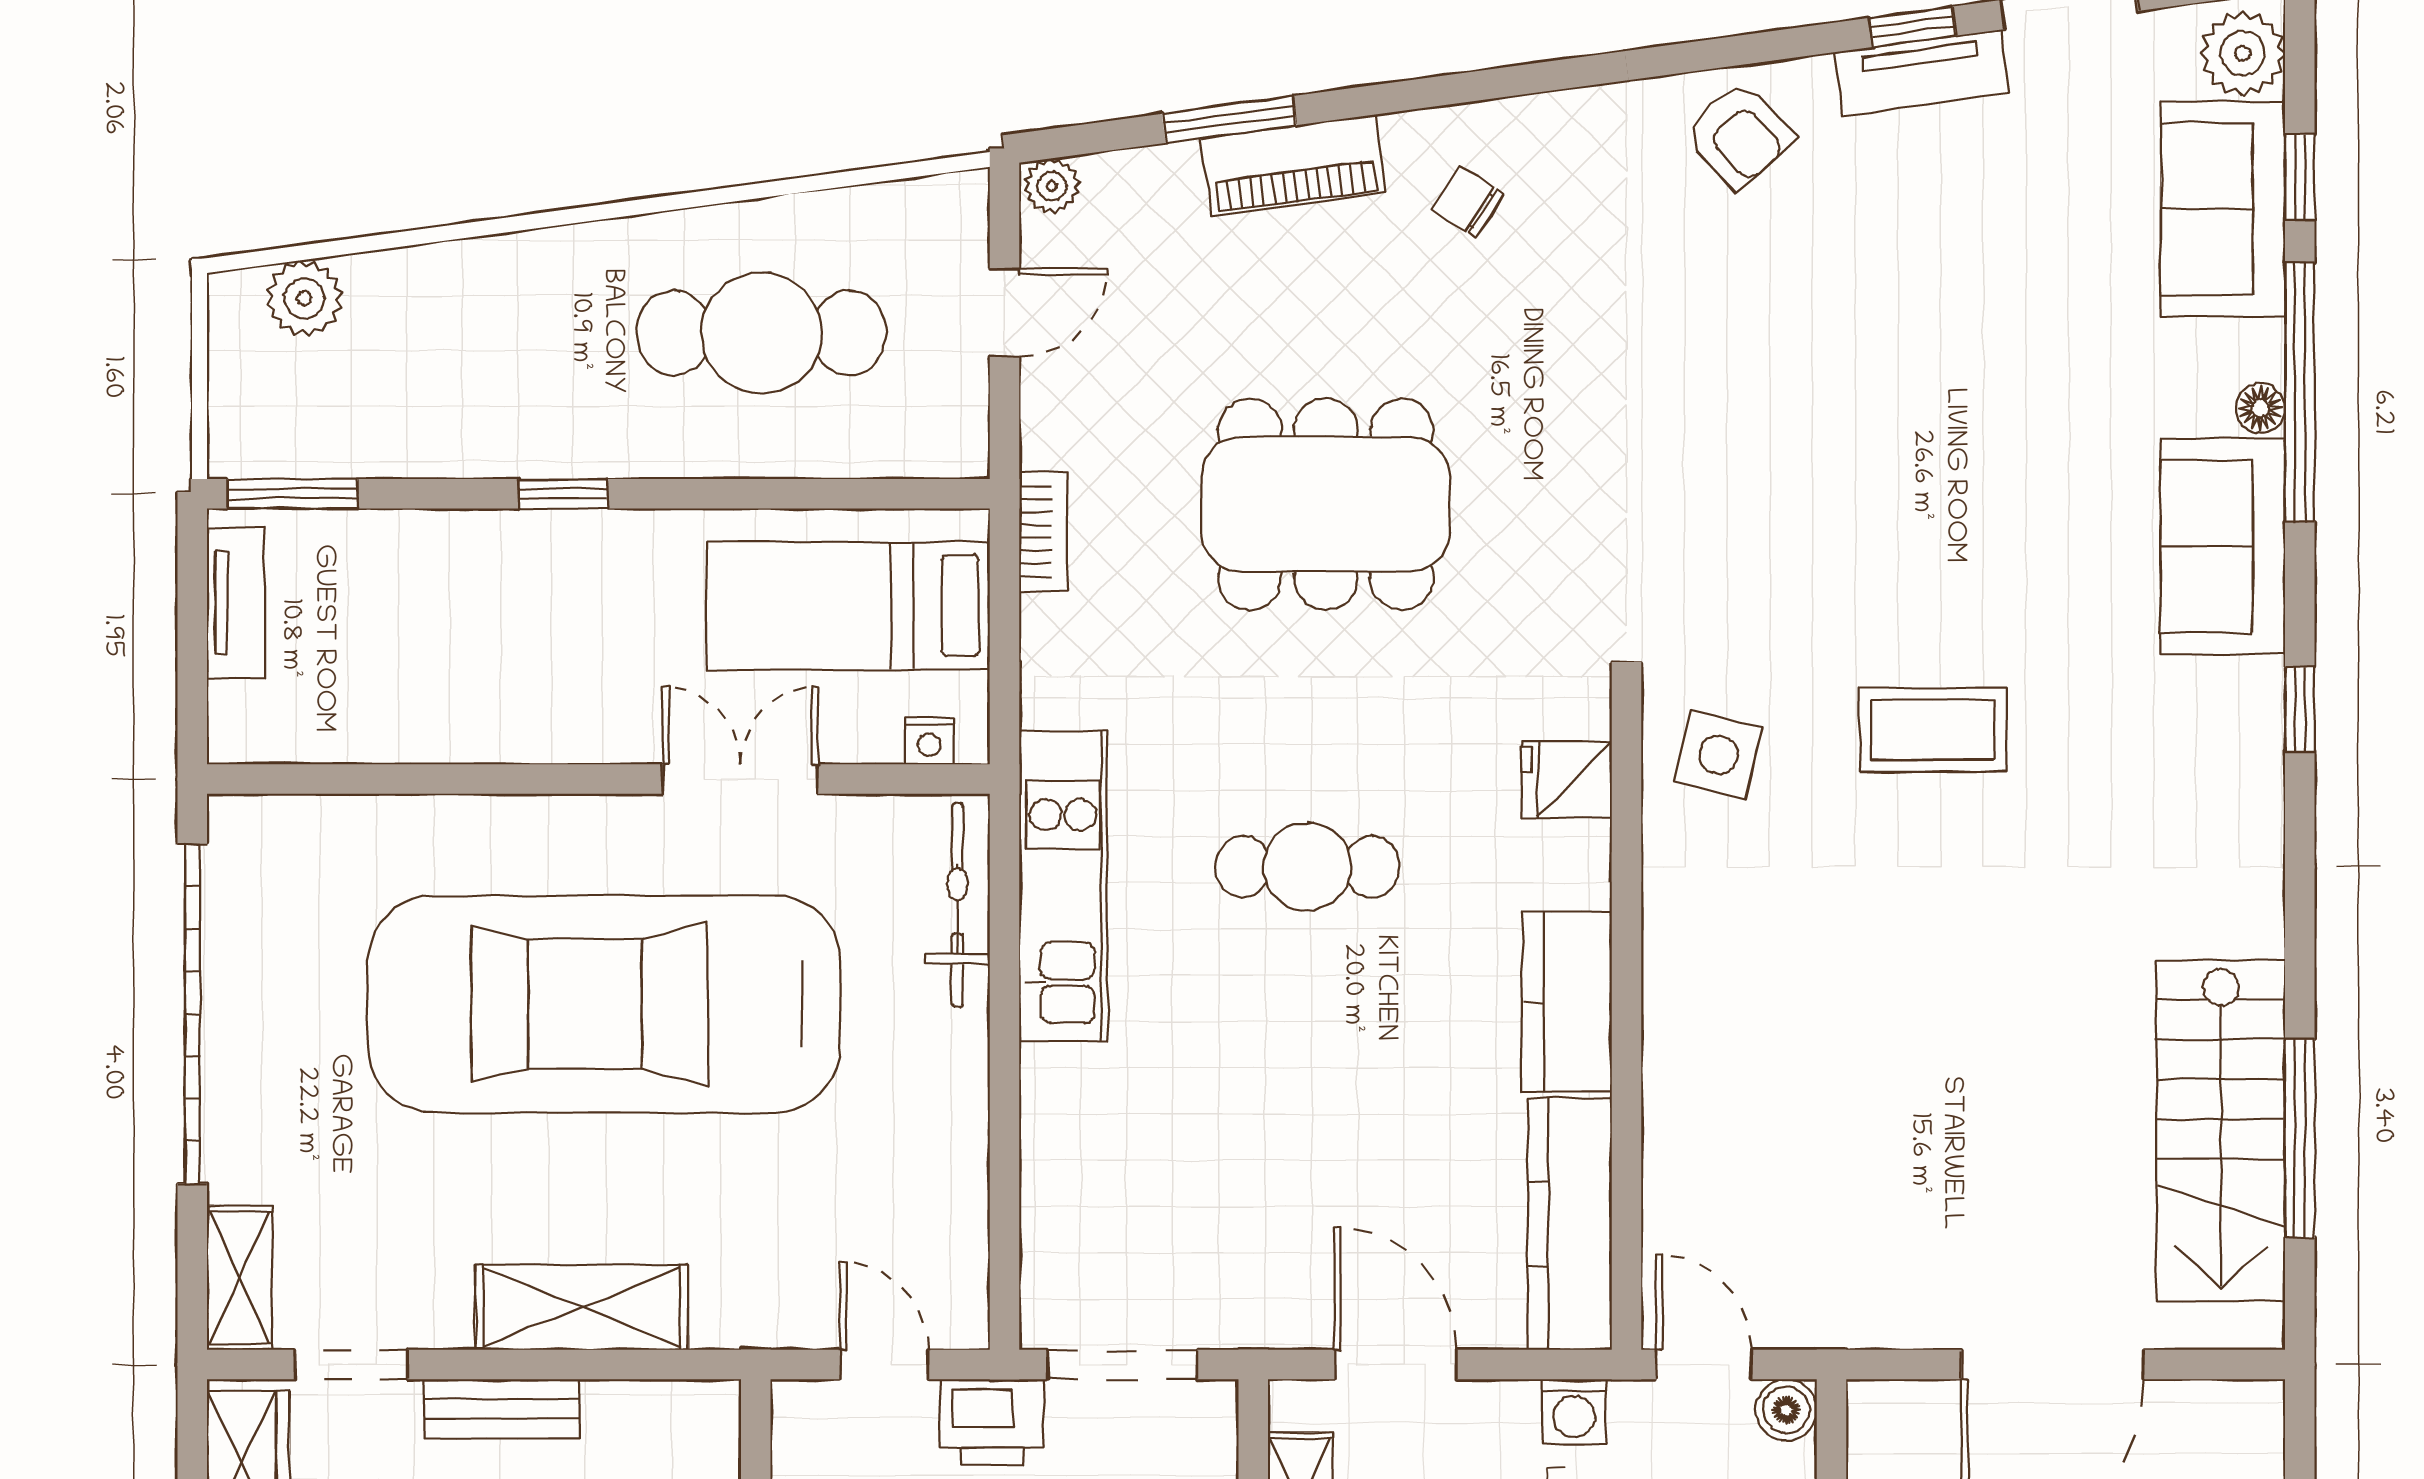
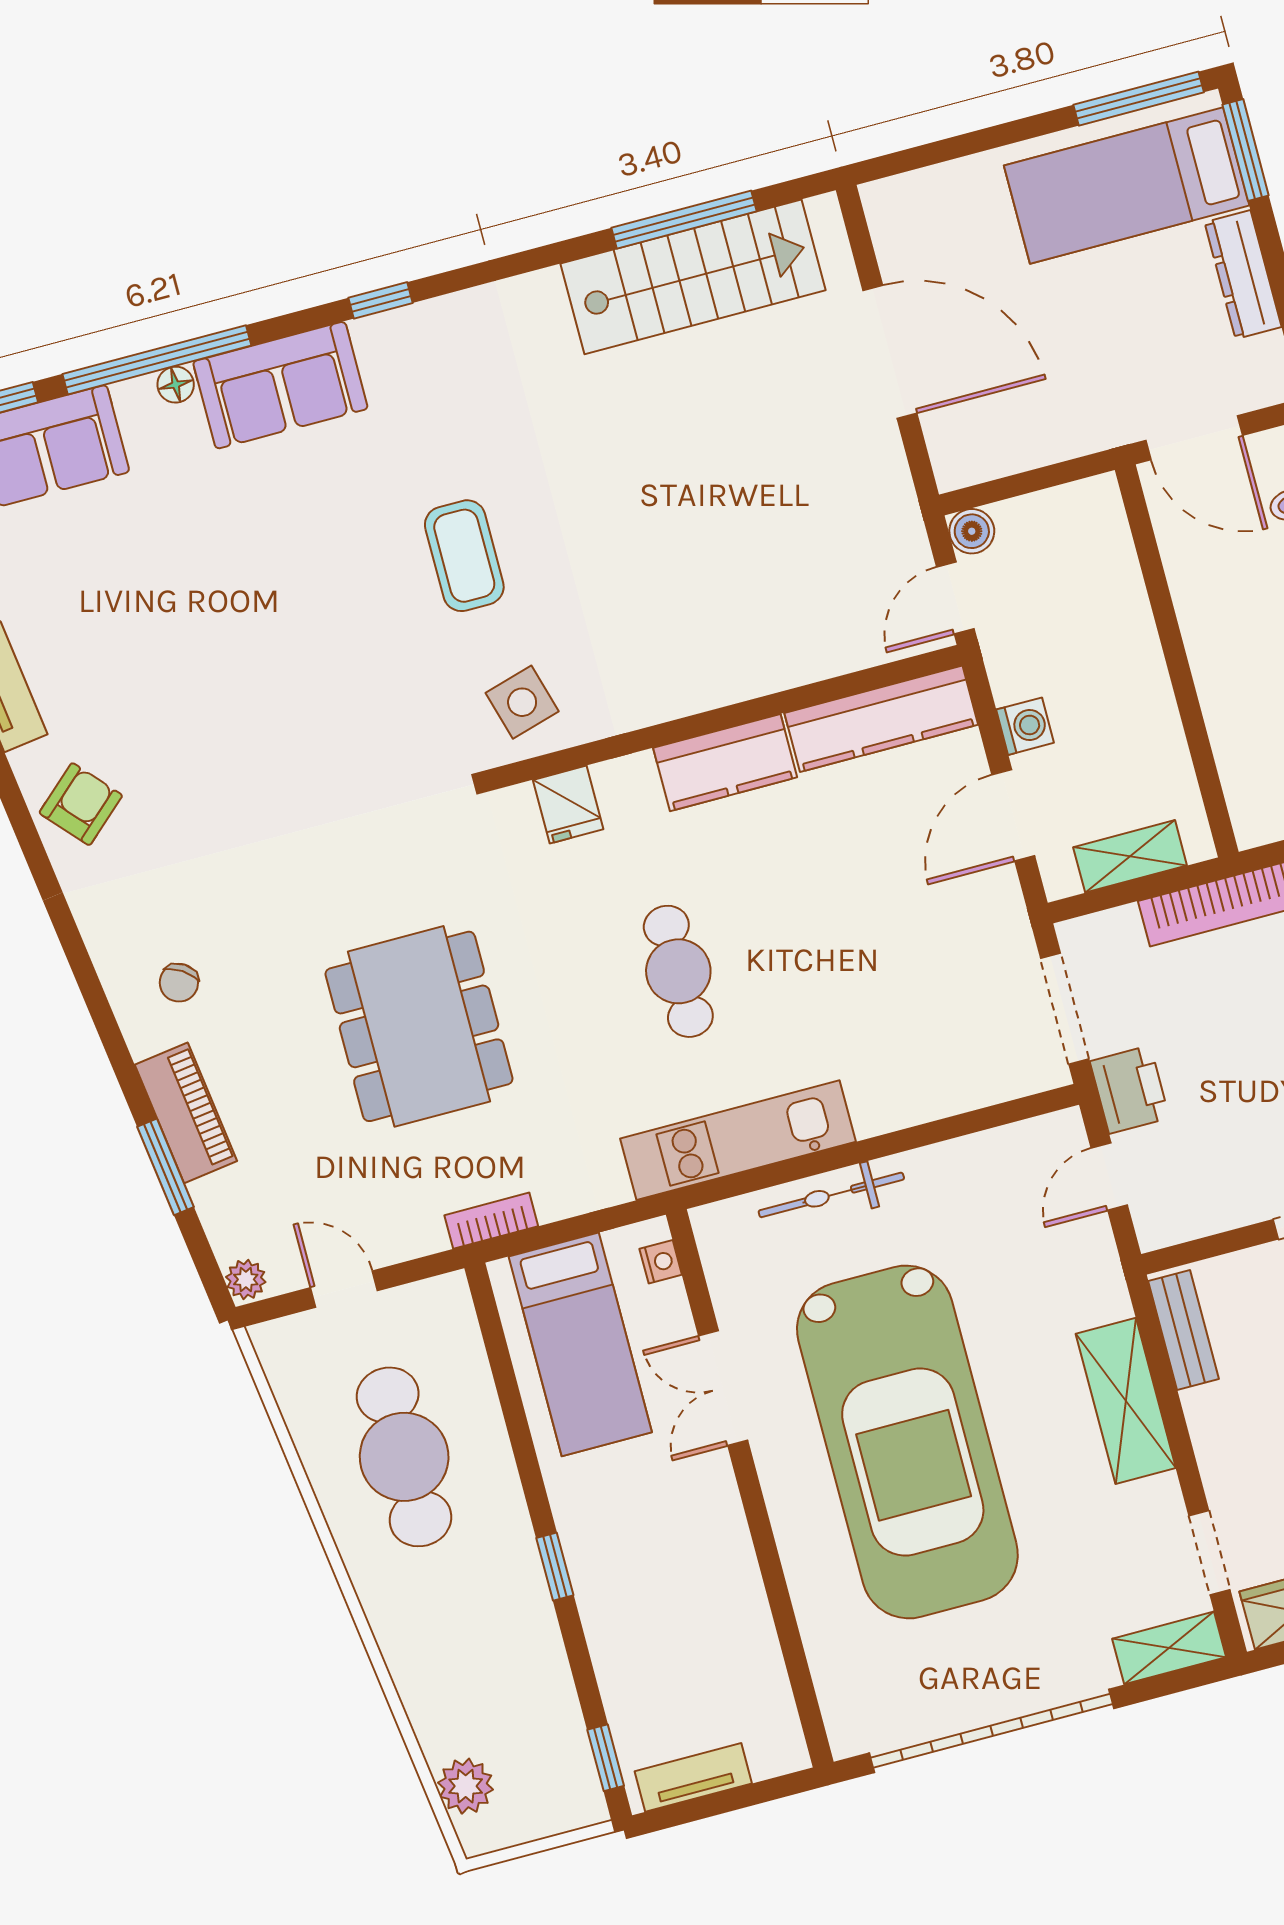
window: (292, 494) -> (606, 1758), width x0.67
side table: (1718, 755) -> (522, 702), turned -30
bicycle: (958, 905) -> (831, 1195), moved
bench: (502, 1409) -> (1184, 1330), moved
washing machine: (1574, 1412) -> (1025, 726), moved

